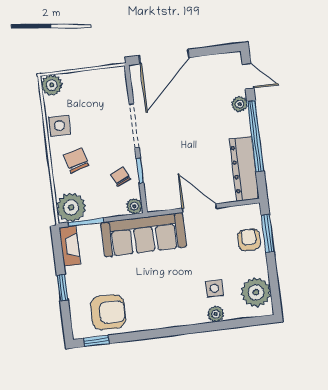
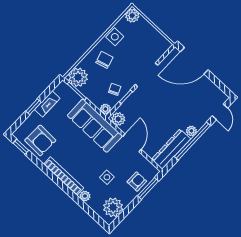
plant: (240, 104) -> (191, 131), moved
plant: (158, 201) -> (118, 119), added
fireplace: (70, 246) -> (47, 104), moved
side table: (214, 288) -> (107, 177), moved
bookcase: (172, 320) -> (64, 176), added

